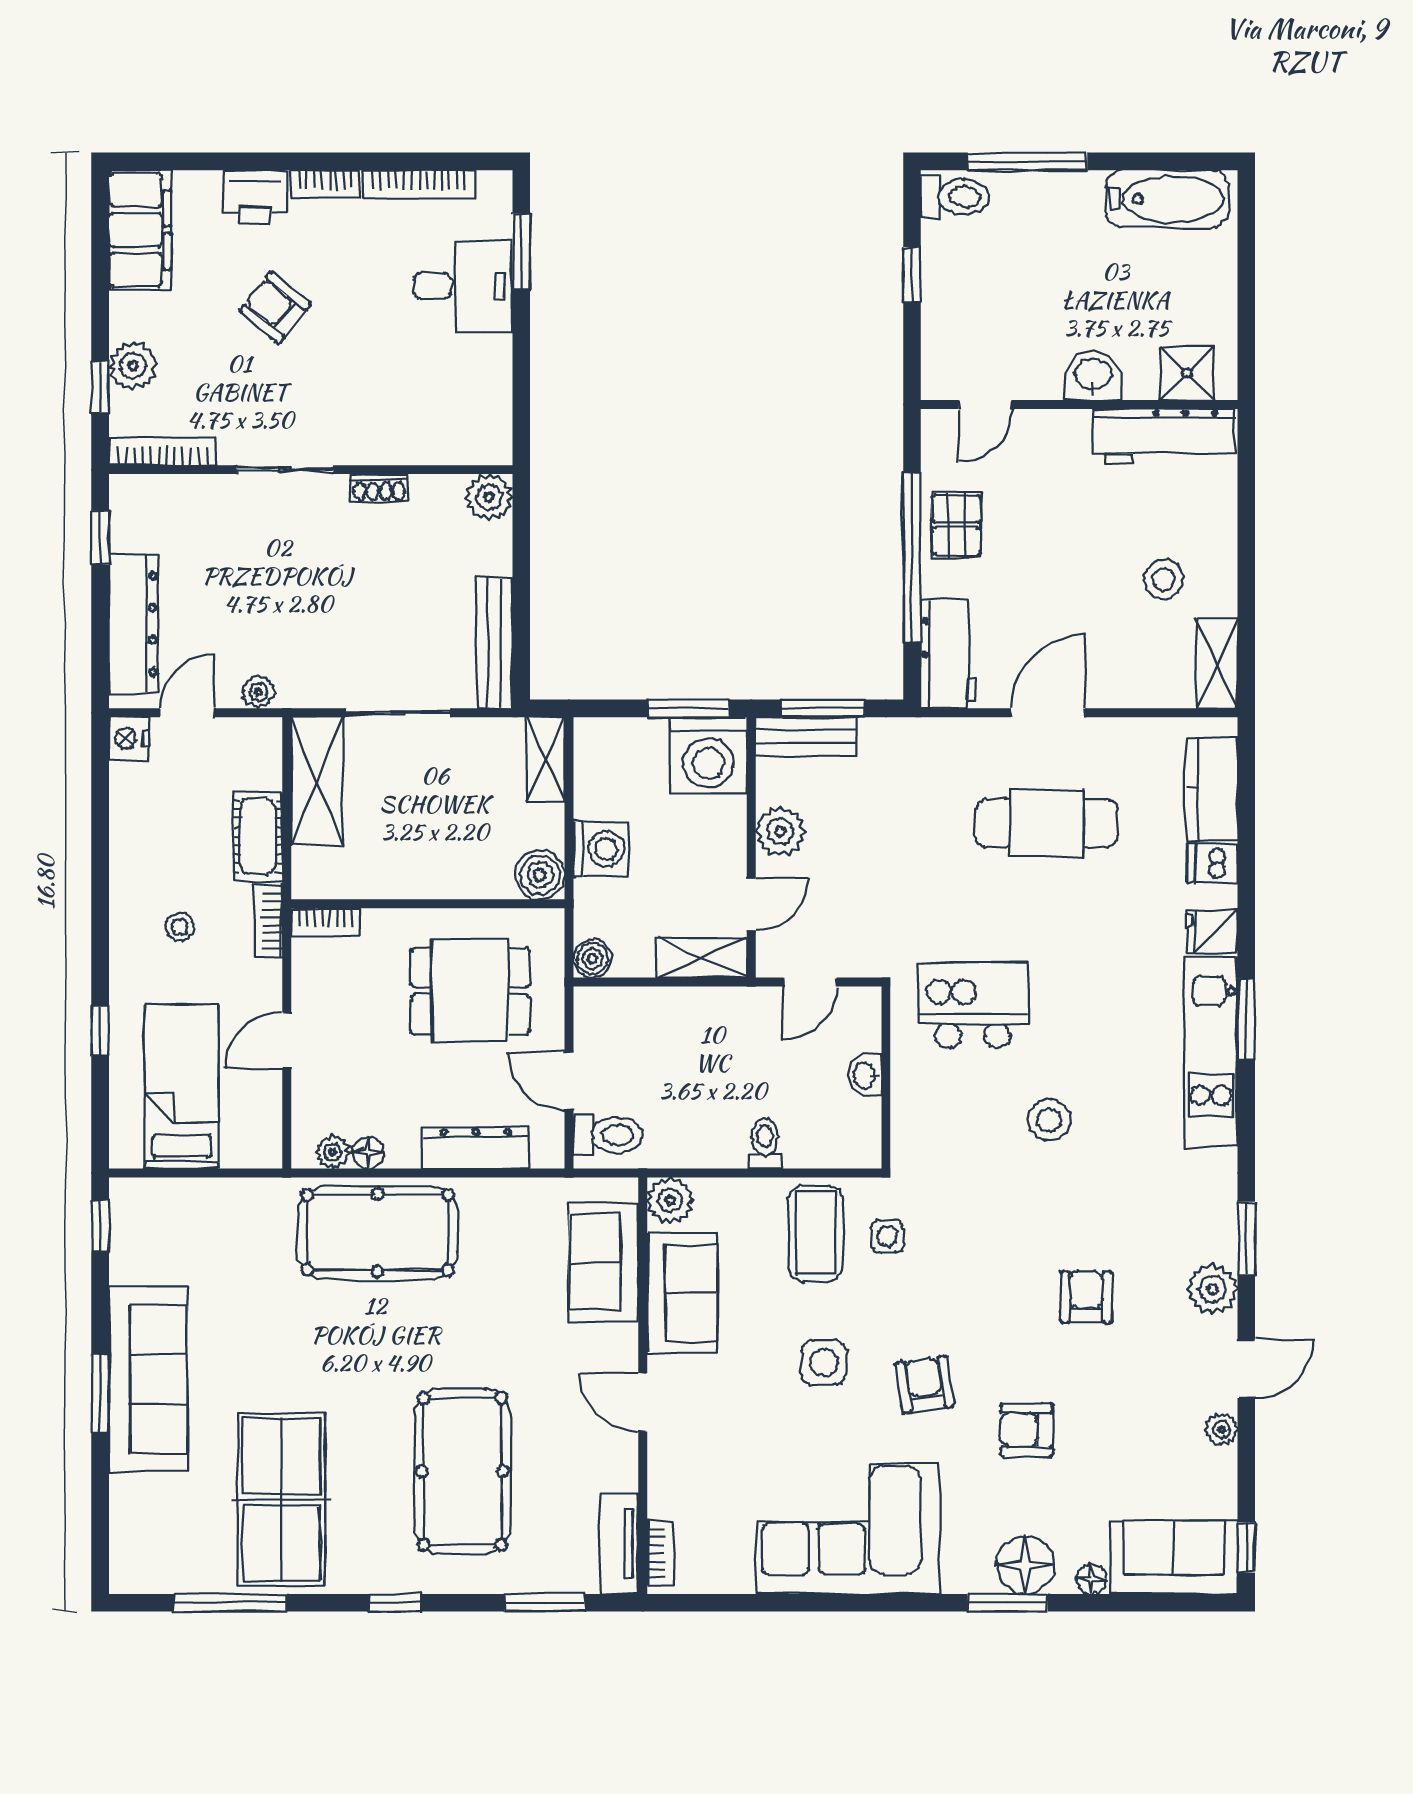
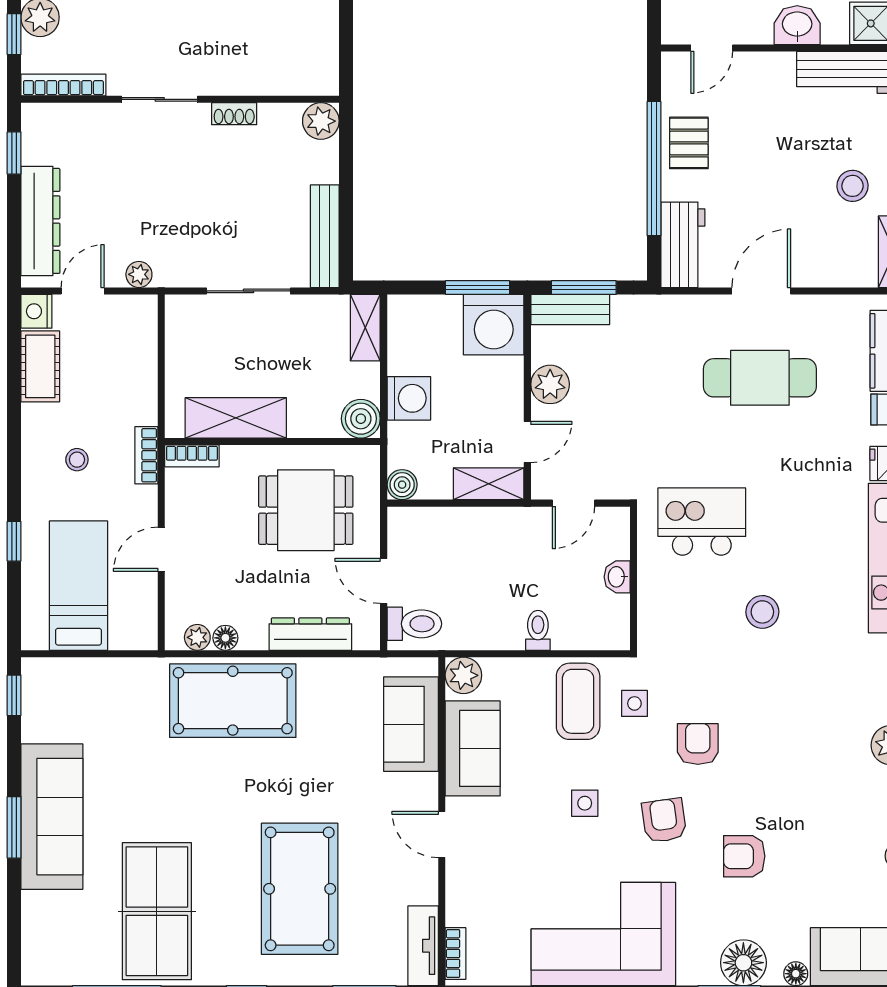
shelving: (317, 781) -> (236, 418), moved, turned 90
cot: (258, 836) -> (40, 366), moved
armchair: (1086, 1297) -> (698, 744), moved
side table: (824, 1363) -> (585, 803), width x0.73, depth x0.73

